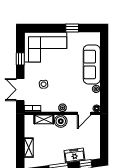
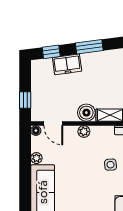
door: (84, 113) -> (53, 123), swing flipped
window: (104, 130) -> (25, 100), added

